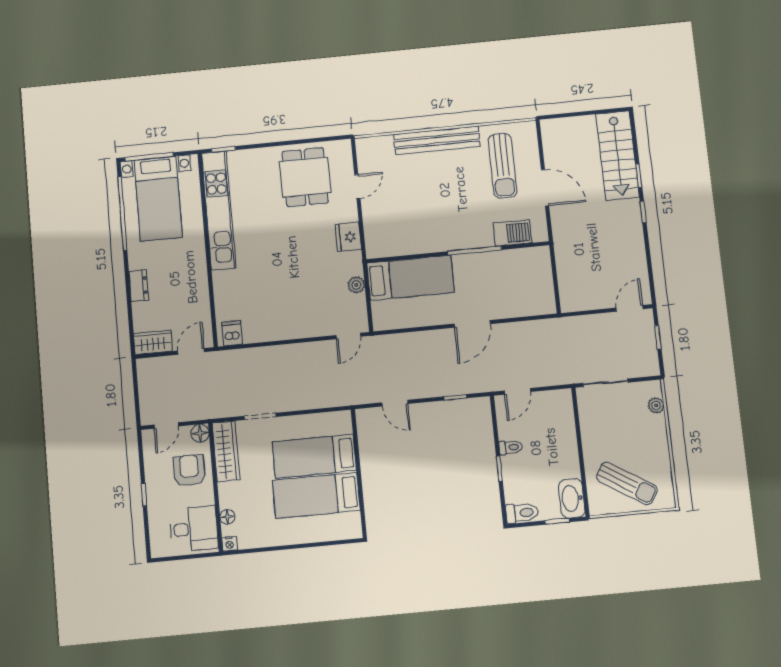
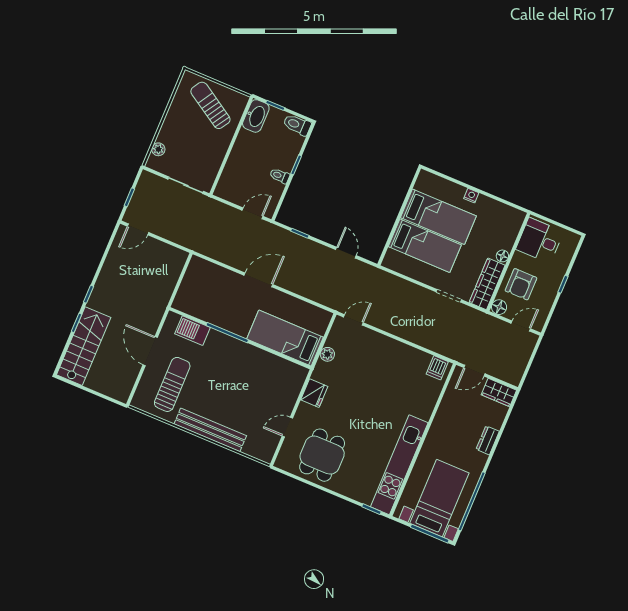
floor lamp: (227, 517) -> (502, 256), moved
nightstand: (230, 544) -> (471, 196), moved

